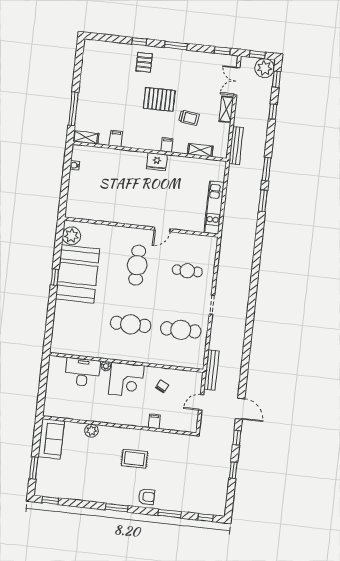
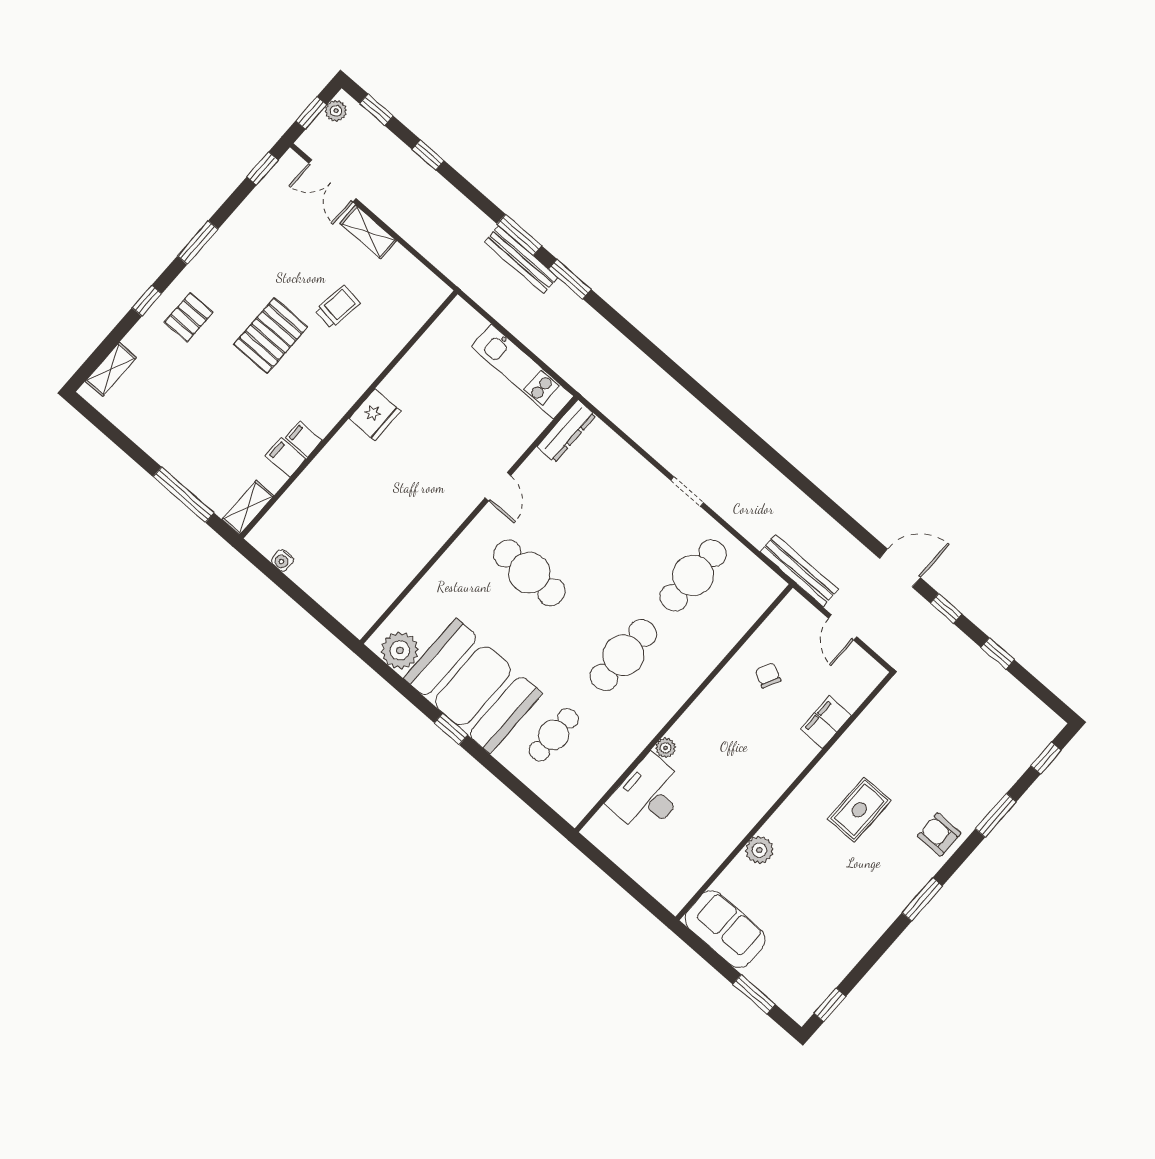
pallet: (144, 62) -> (189, 317), turned 90
plant: (264, 68) -> (336, 111), width x0.53, depth x0.53
filing cabinet: (167, 145) -> (304, 439), moved
bench: (236, 146) -> (521, 260), moved
shelving: (200, 150) -> (111, 369), moved
dresser: (203, 241) -> (566, 431), added
cafe table: (187, 271) -> (554, 735), moved
corner desk: (126, 380) -> (714, 729), removed
filing cabinet: (154, 421) -> (826, 722), width x2.00
armchair: (147, 497) -> (939, 835), turned -90

